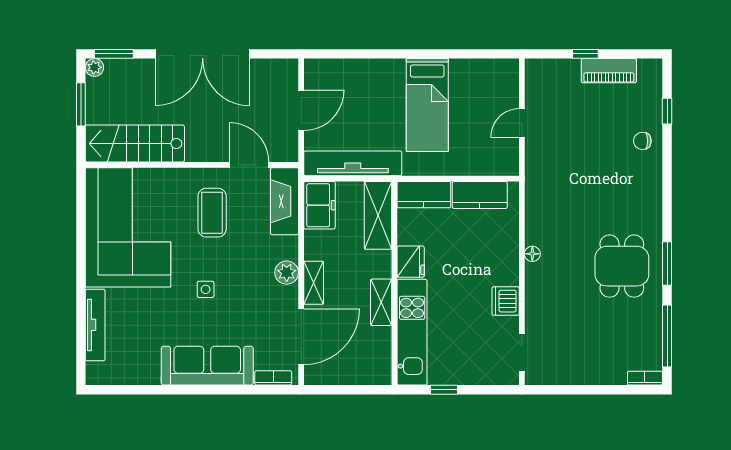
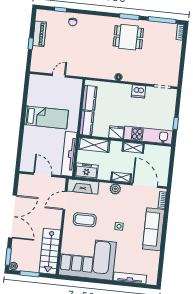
door: (522, 123) -> (59, 76), swing flipped

